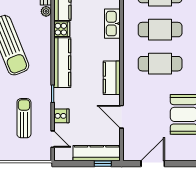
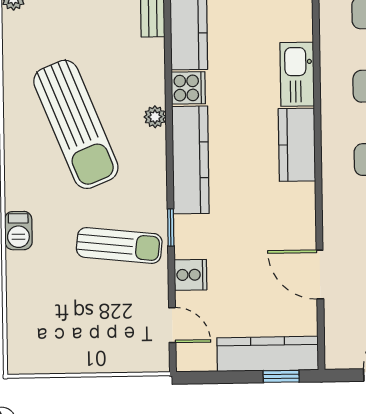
plant: (46, 11) -> (155, 117), moved
kitchen counter: (112, 78) -> (297, 145), moved
sun lounger: (24, 118) -> (119, 245), moved, turned 96

